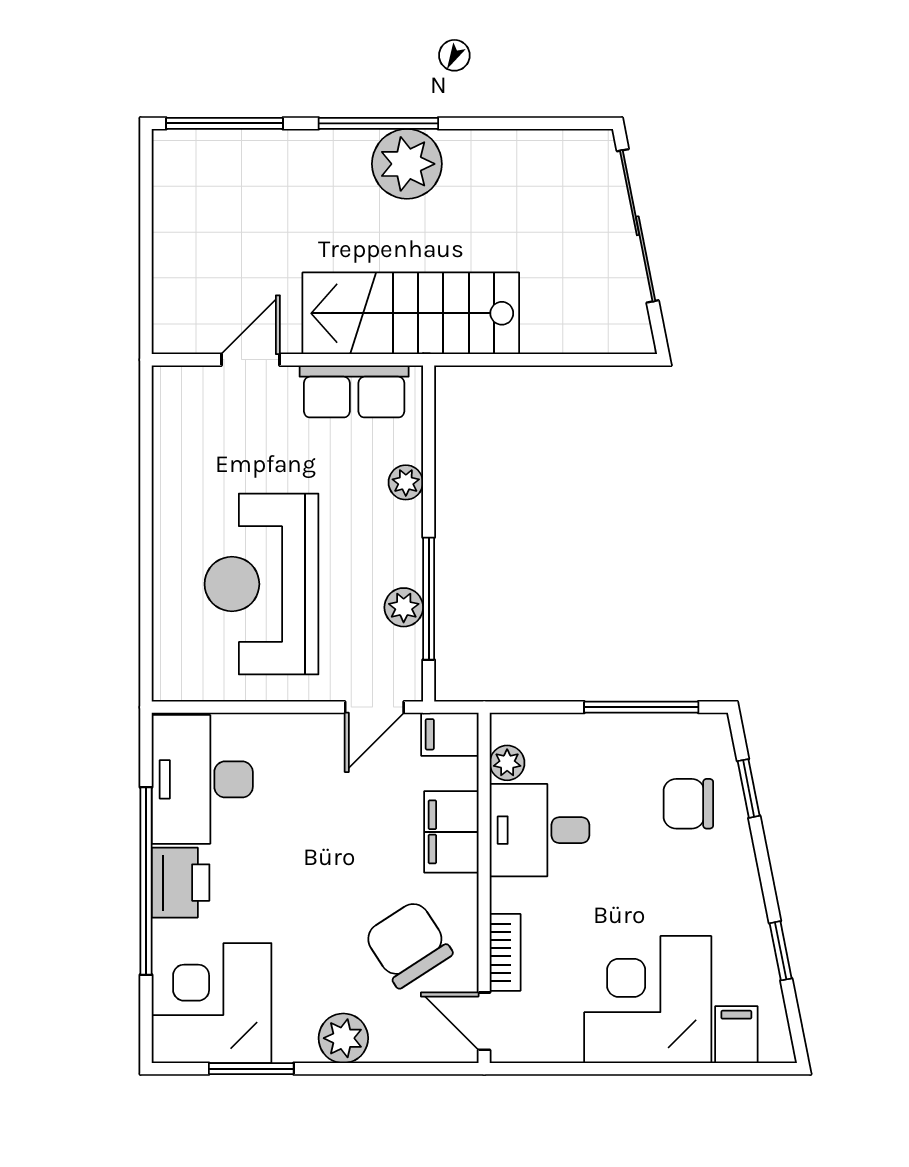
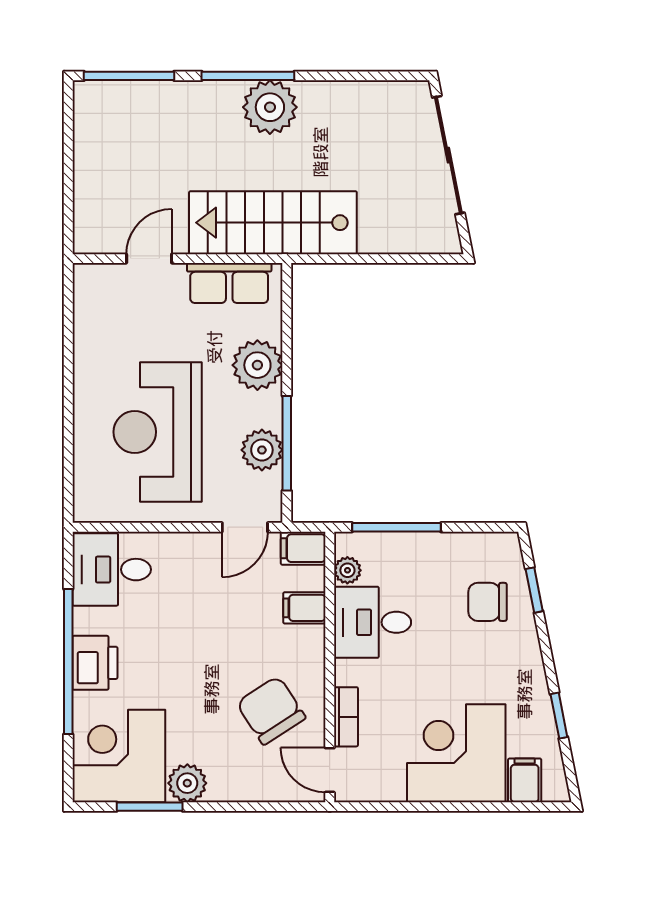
plant: (406, 482) -> (257, 365), width x1.87, depth x1.87
plant: (404, 607) -> (262, 450), width x1.38, depth x1.38
window: (641, 707) -> (396, 527), moved
desk: (202, 779) -> (112, 570), width x0.73
filing cabinet: (451, 832) -> (304, 608), width x0.50
plant: (343, 1038) -> (187, 783), moved

